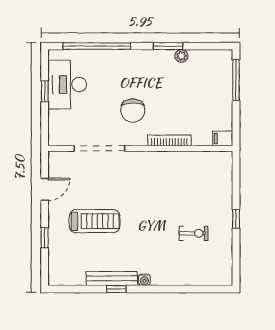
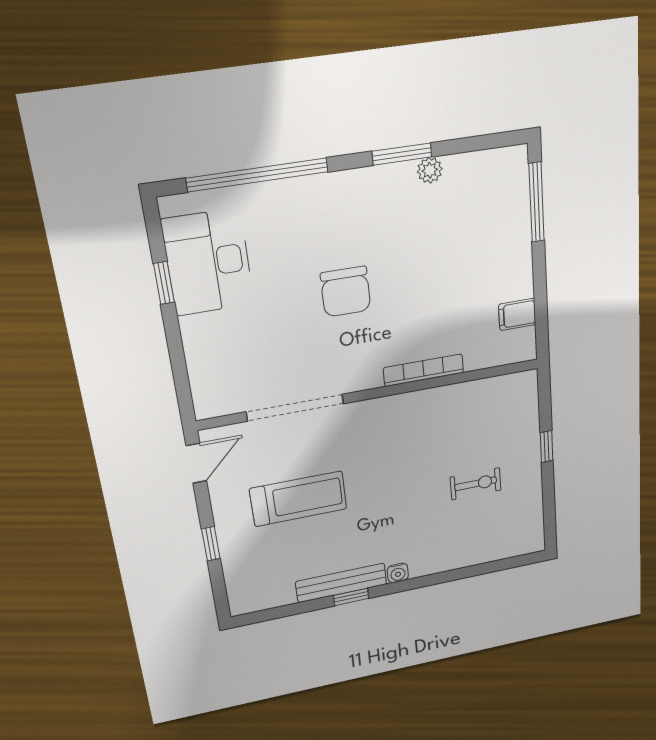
bookcase: (169, 140) -> (424, 370), moved
doorway: (99, 148) -> (295, 408), moved
wall: (140, 148) -> (371, 394), moved

